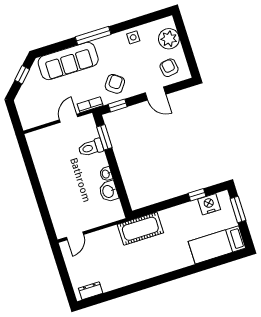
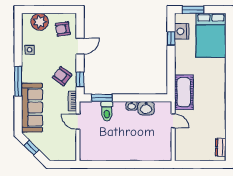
door: (75, 236) -> (173, 121), moved
bed: (217, 245) -> (211, 35), width x1.50

